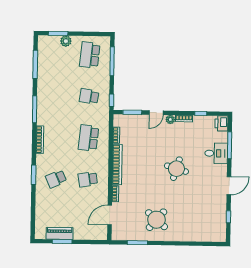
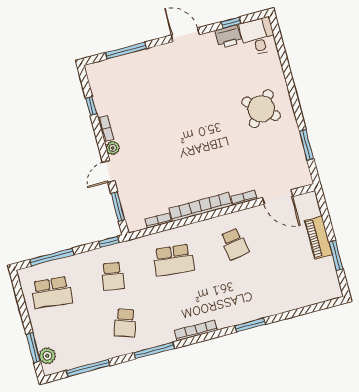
plant: (66, 41) -> (47, 356), moved
door: (156, 113) -> (109, 171), swing flipped
printer: (221, 123) -> (228, 37), moved
desk: (216, 153) -> (258, 36), moved
round table: (176, 169) -> (182, 119), removed
school desk: (56, 179) -> (125, 323), moved, turned 42
round table: (157, 220) -> (261, 109), moved
piano: (60, 233) -> (319, 238), moved

